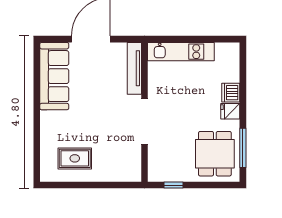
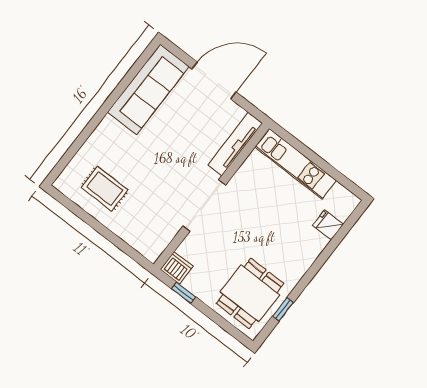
dishwasher: (231, 93) -> (177, 268), moved, turned 90
fridge: (230, 111) -> (328, 225), moved
window: (243, 148) -> (283, 309), width x0.46

